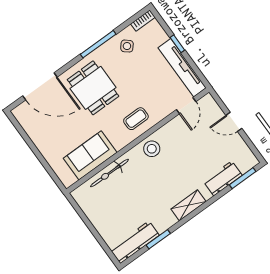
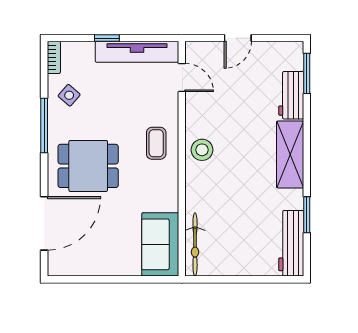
sofa: (90, 155) -> (160, 244), moved
bicycle: (110, 173) -> (195, 244), moved
shelving: (188, 205) -> (290, 154), width x1.50, depth x1.33

